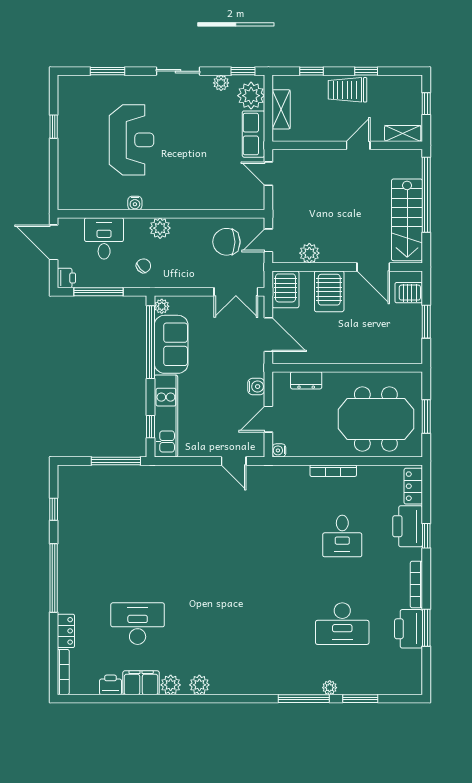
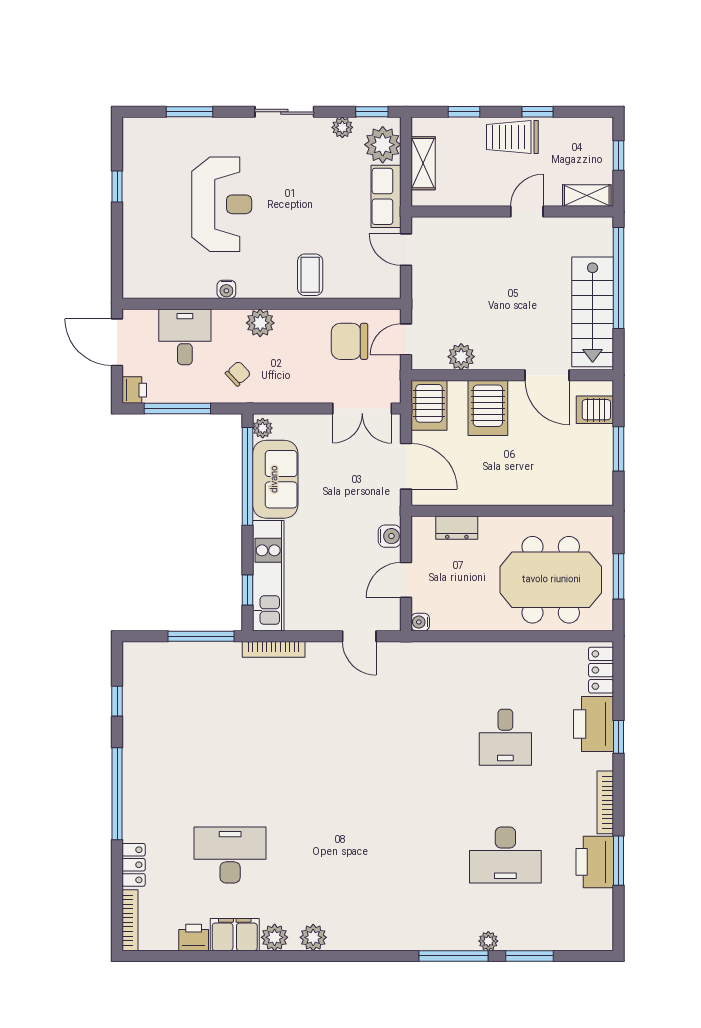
coffee table: (197, 192) -> (310, 275), added
bookcase: (333, 471) -> (274, 649), moved

